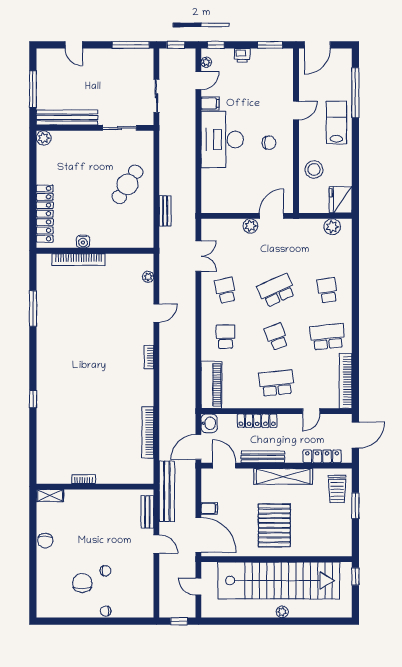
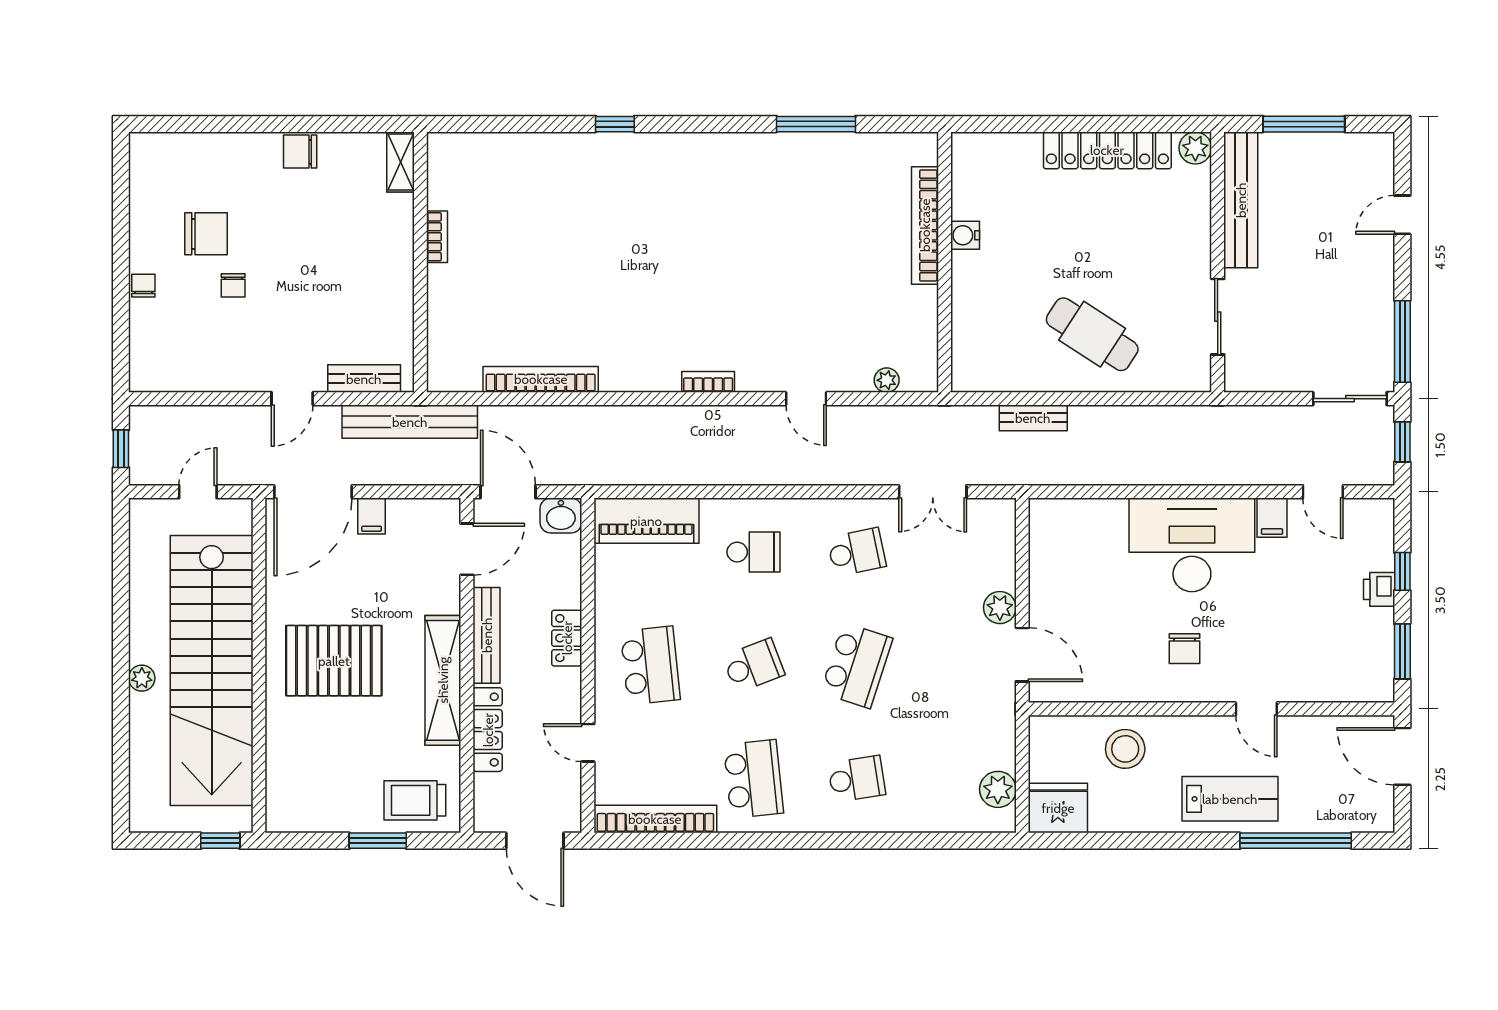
window: (216, 45) -> (1402, 571), moved
plant: (206, 62) -> (1364, 509), removed
sliding door: (156, 96) -> (1350, 399), moved
locker: (45, 214) -> (1107, 150), moved
school desk: (276, 290) -> (857, 665), turned 42
locker: (257, 421) -> (567, 638), width x0.66
locker: (322, 456) -> (488, 730), moved

